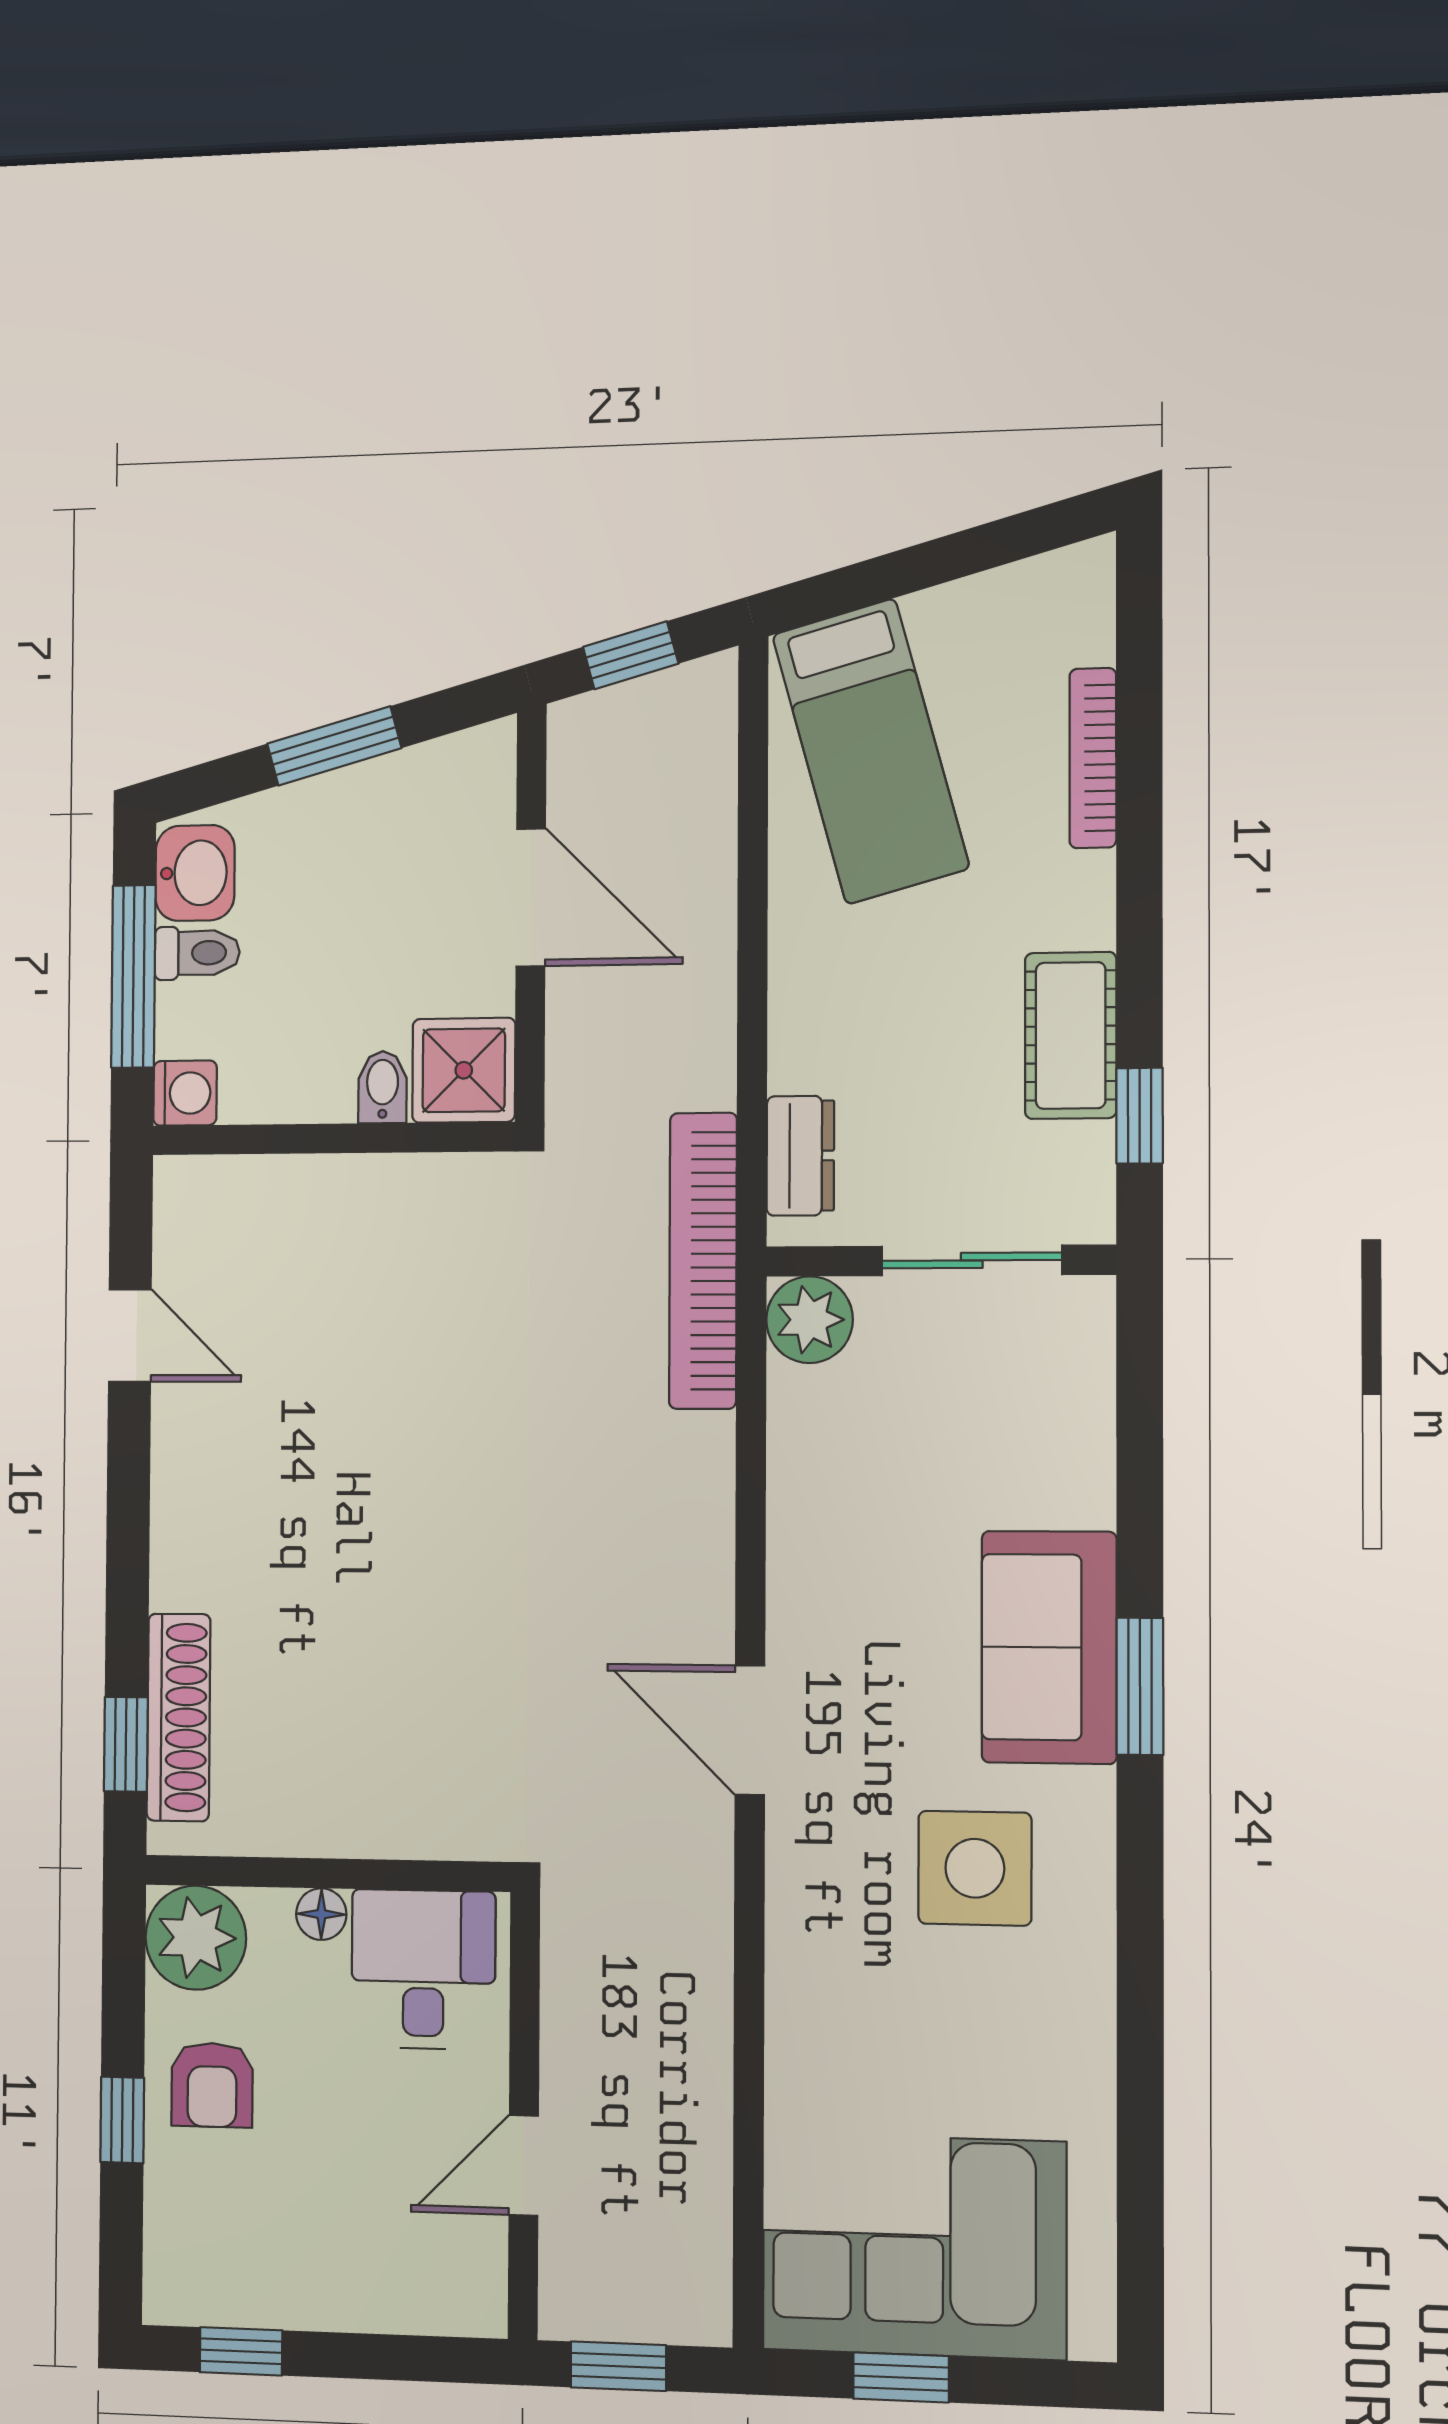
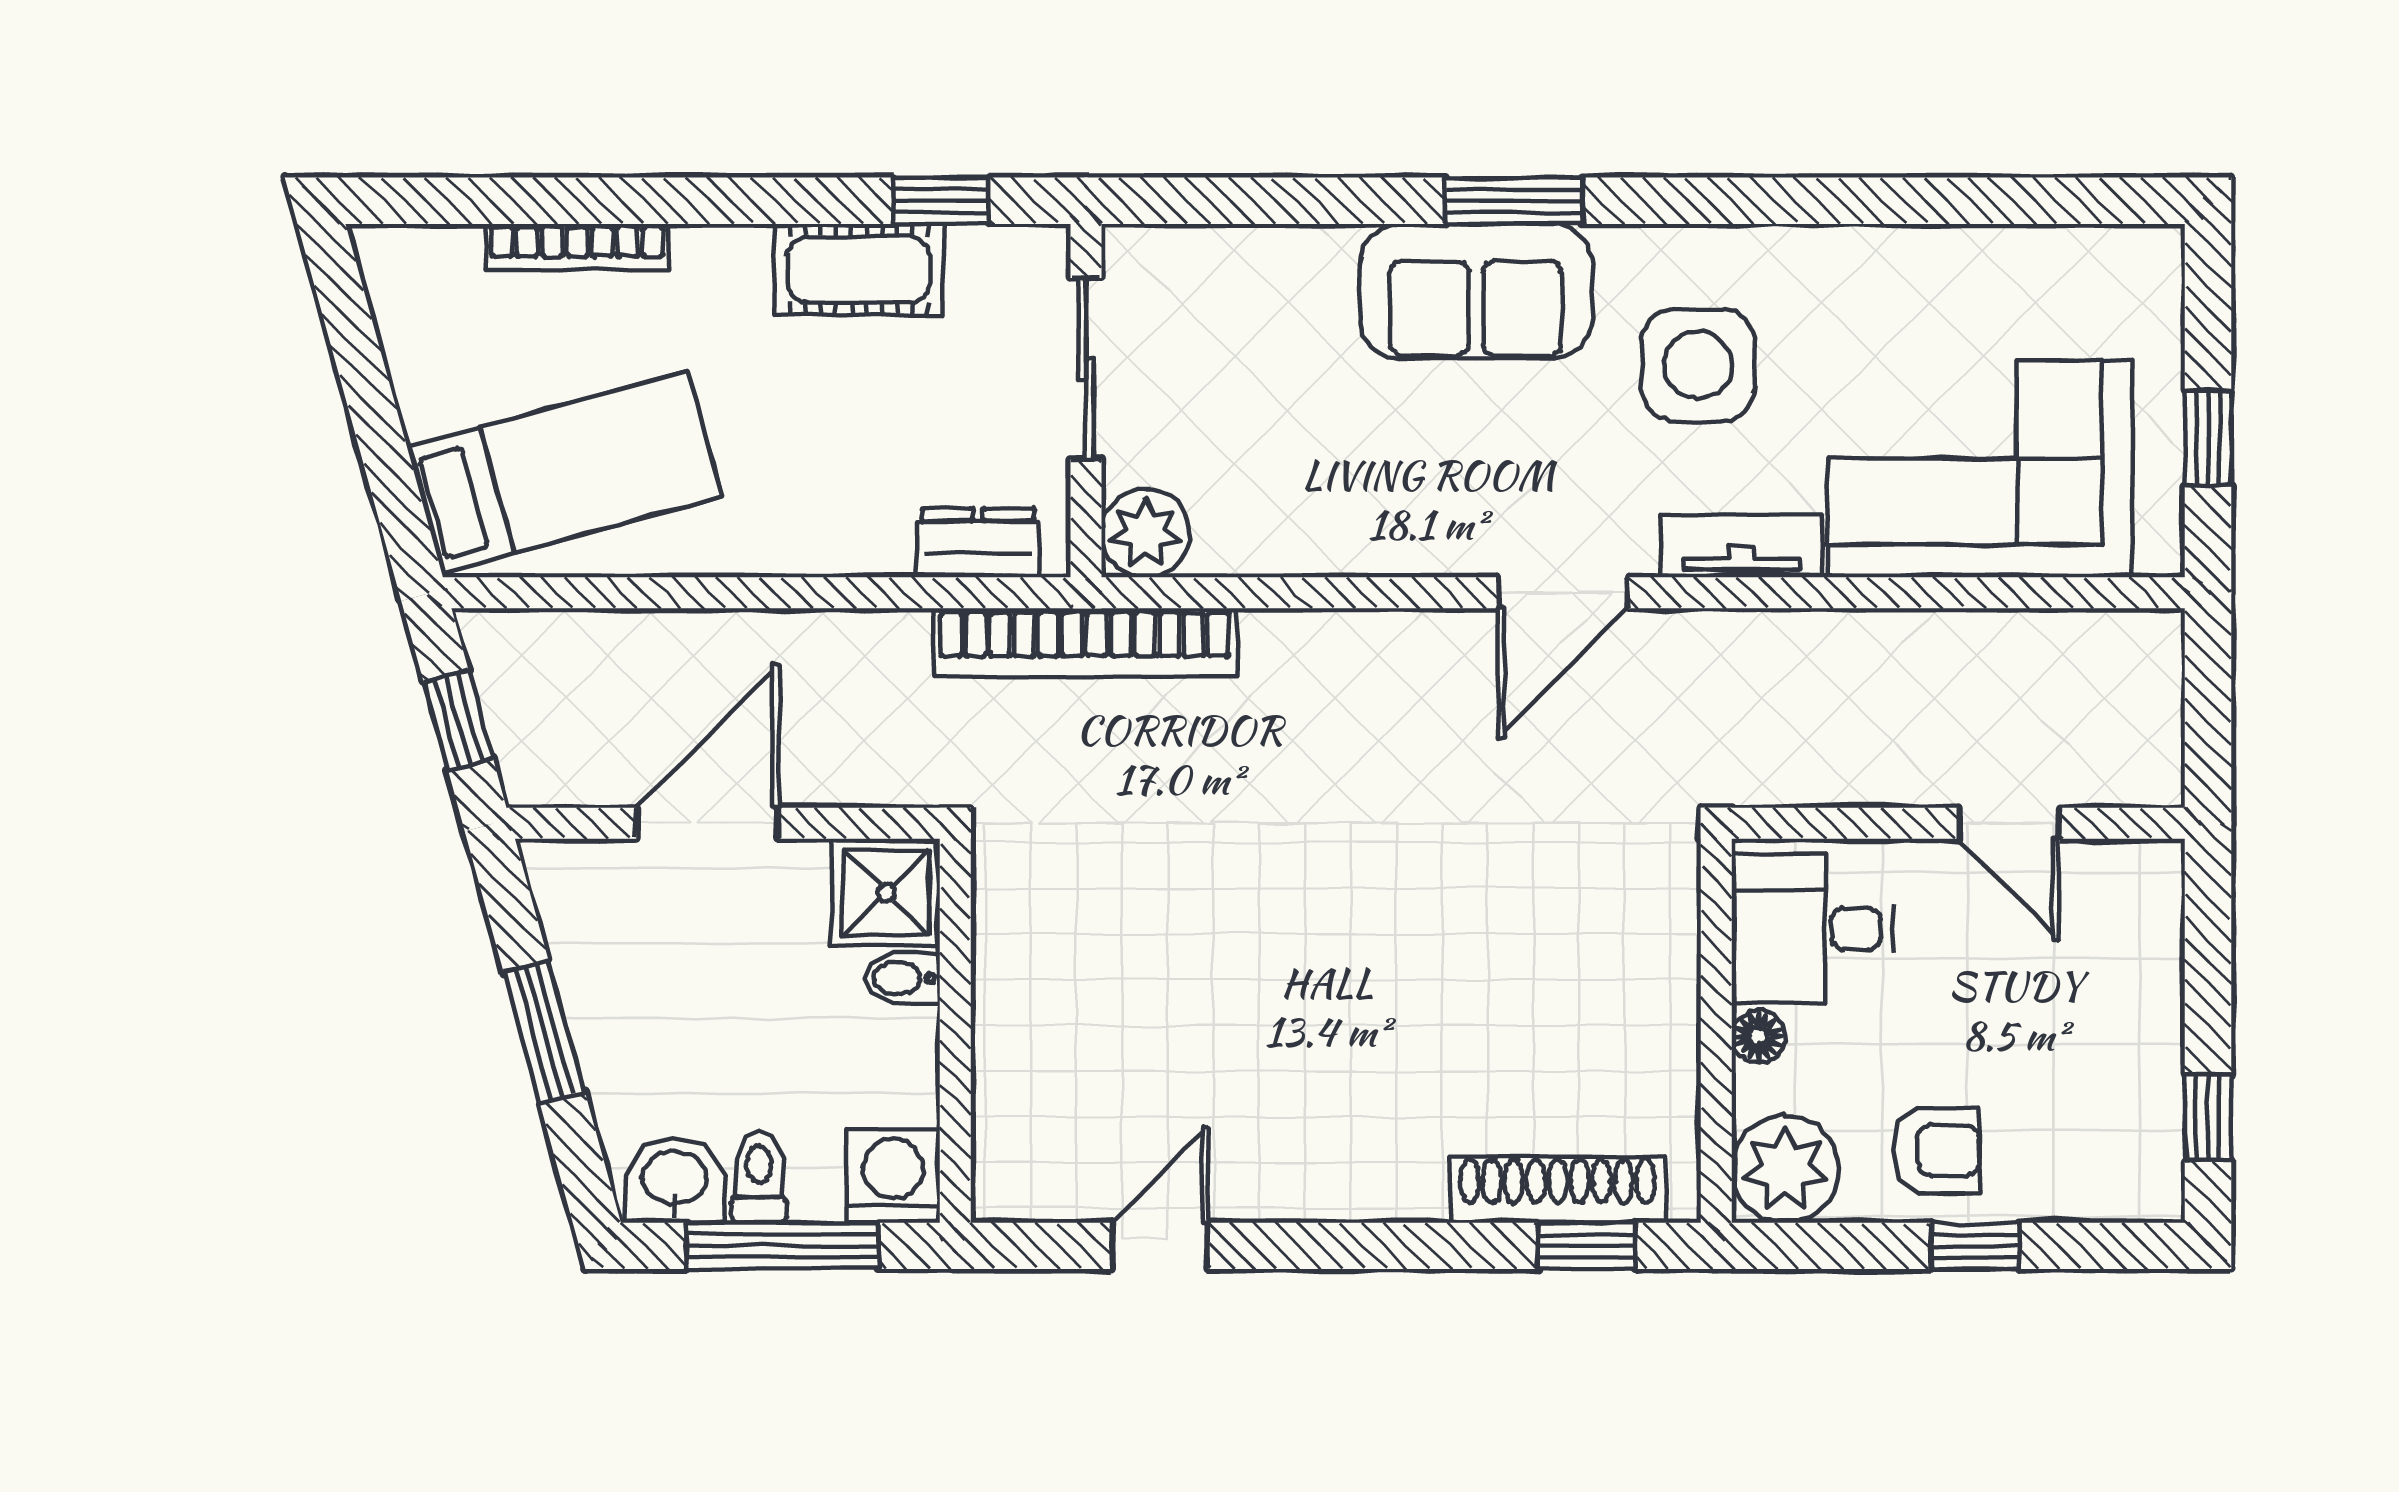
washing machine: (185, 1093) -> (893, 1176), width x1.38, depth x1.38
tv unit: (795, 1908) -> (1741, 546), added
corner sofa: (914, 2246) -> (1980, 469), moved, turned 90
window: (618, 2366) -> (2208, 725), removed

